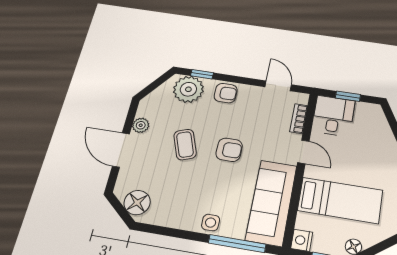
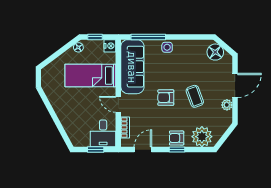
window: (202, 74) -> (177, 150), moved
door: (278, 86) -> (143, 150), swing flipped
door: (121, 150) -> (235, 85), hinge flipped

